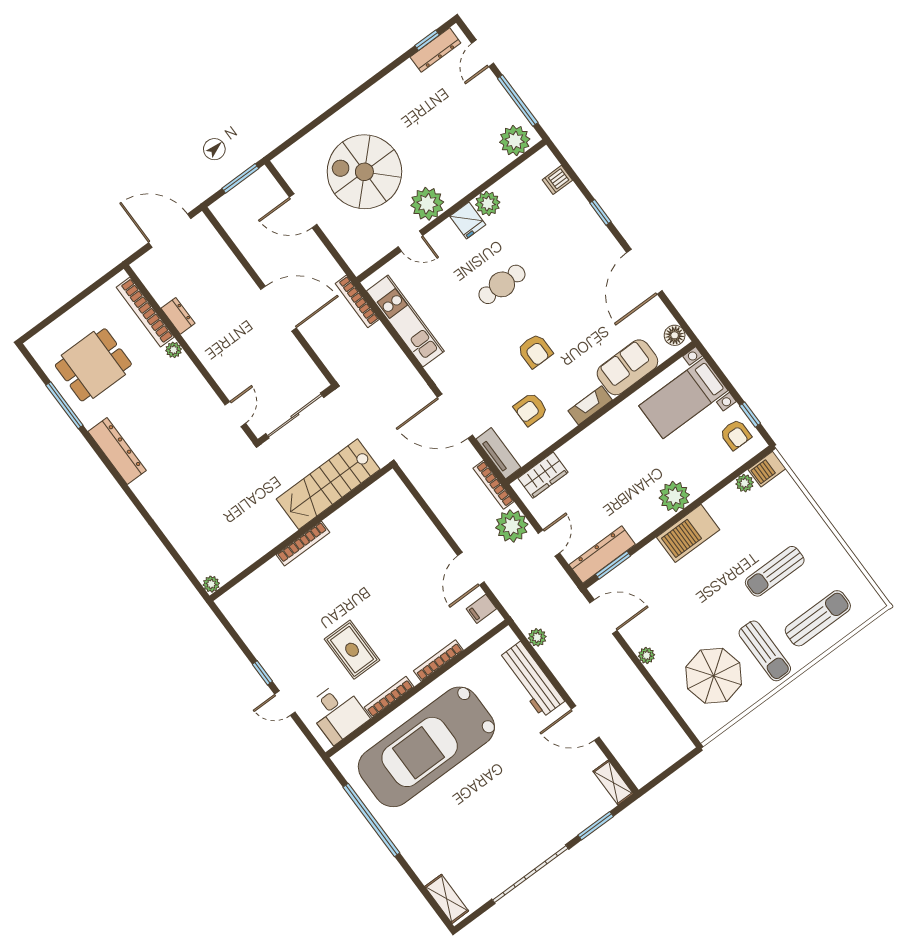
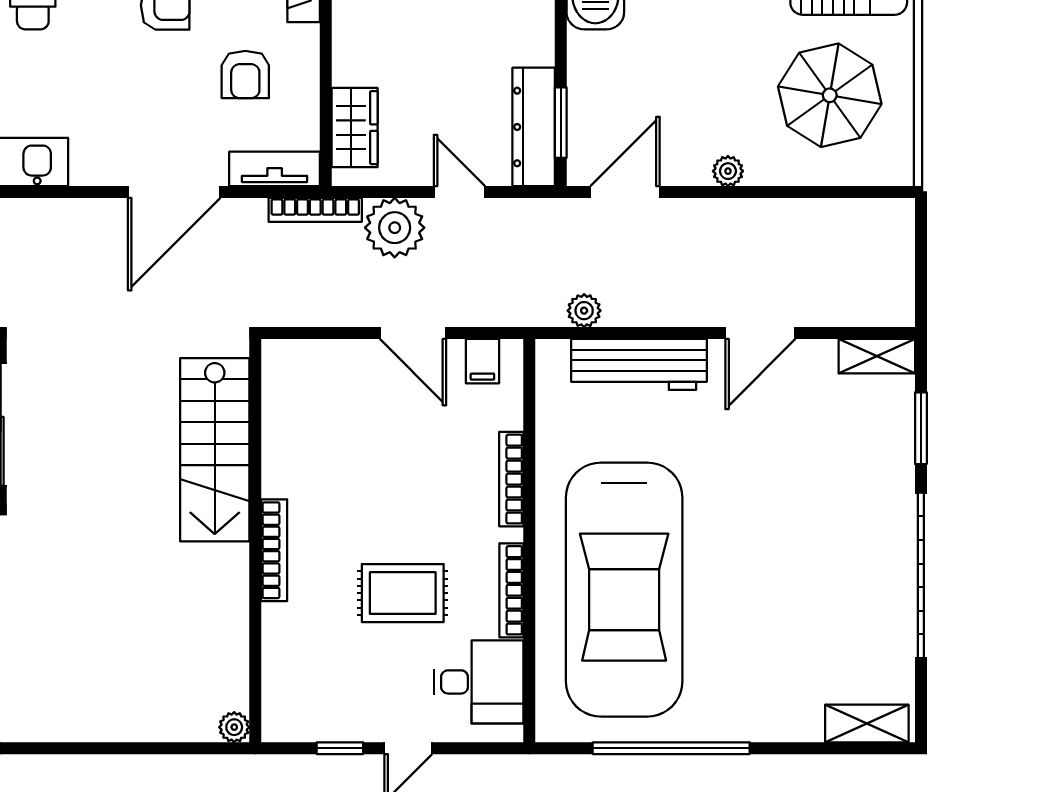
stairs: (328, 484) -> (215, 450), moved
wall: (301, 532) -> (255, 541), moved
bookcase: (303, 544) -> (274, 550), moved
plant: (211, 584) -> (234, 727), moved

